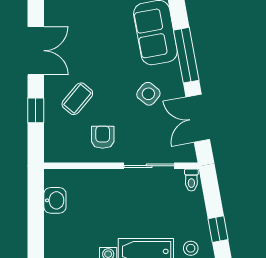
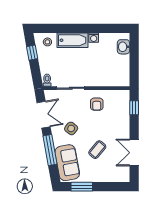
coffee table: (77, 99) -> (97, 150), moved
window: (36, 110) -> (134, 108), moved
washbasin: (55, 200) -> (123, 47), moved

